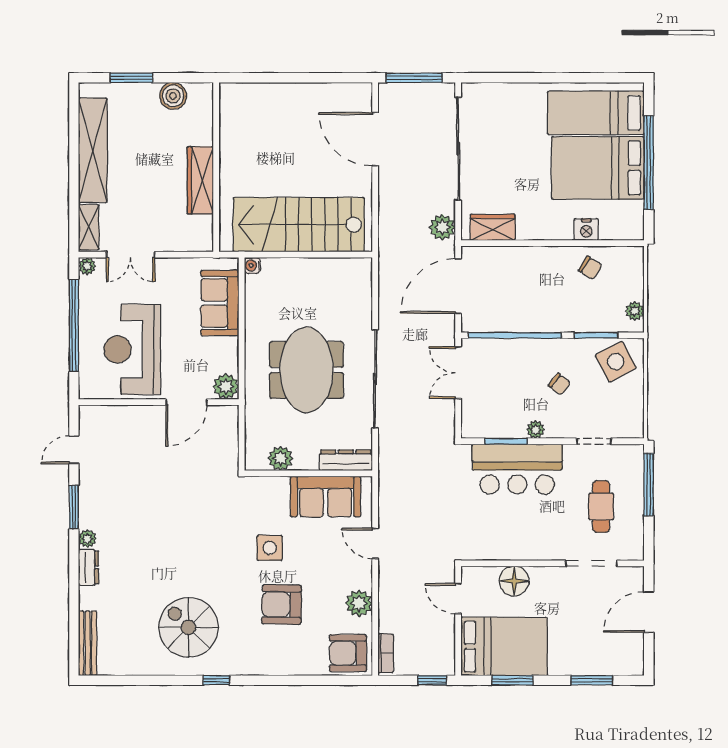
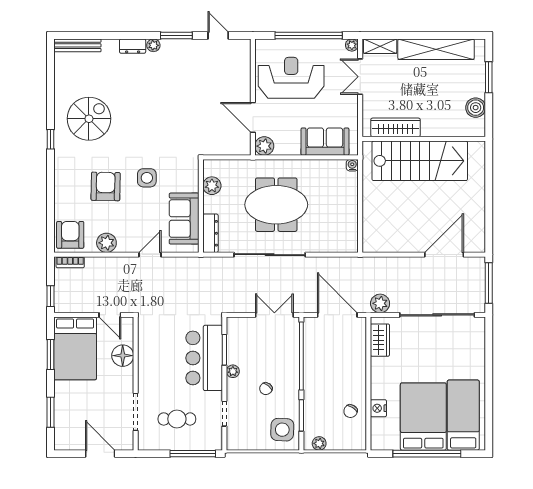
wardrobe: (200, 180) -> (396, 127), moved
stairs: (299, 225) -> (420, 161), moved, turned 90
side table: (616, 362) -> (282, 430), turned 30
door: (458, 599) -> (110, 315), swing flipped

